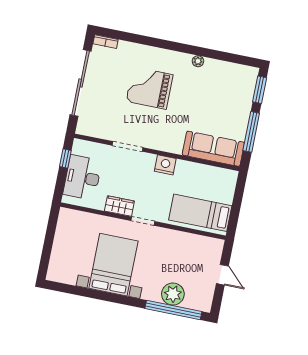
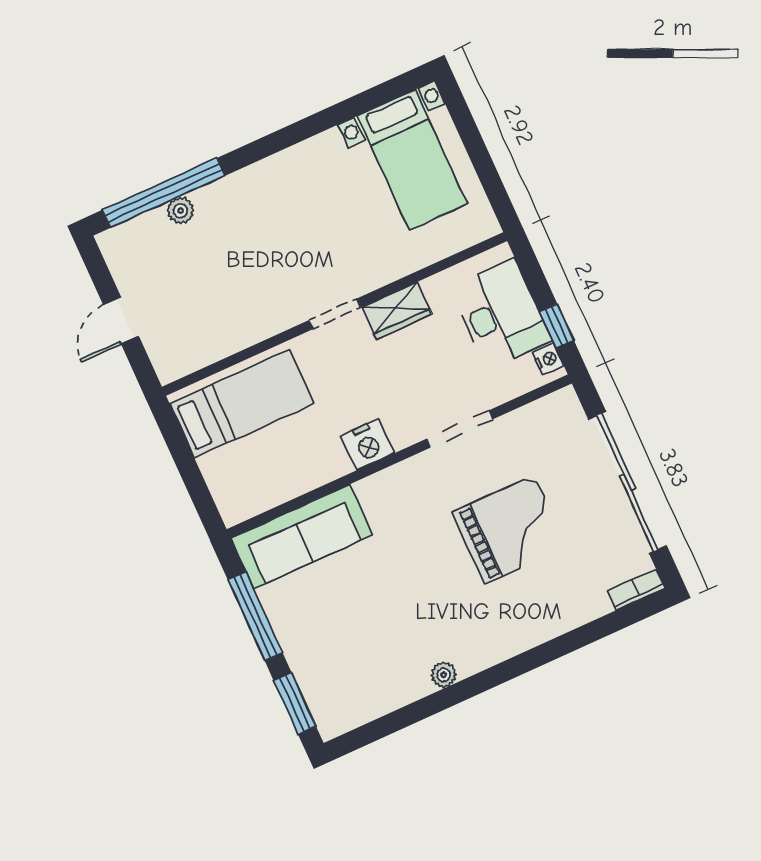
grand piano: (150, 88) -> (510, 529), moved
nightstand: (77, 149) -> (548, 359), added
bed with nightstands: (113, 265) -> (412, 160), moved, width x0.73
door: (222, 275) -> (121, 320), hinge flipped
plant: (173, 294) -> (181, 211), width x0.53, depth x0.53

